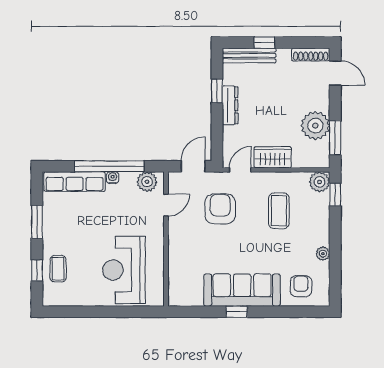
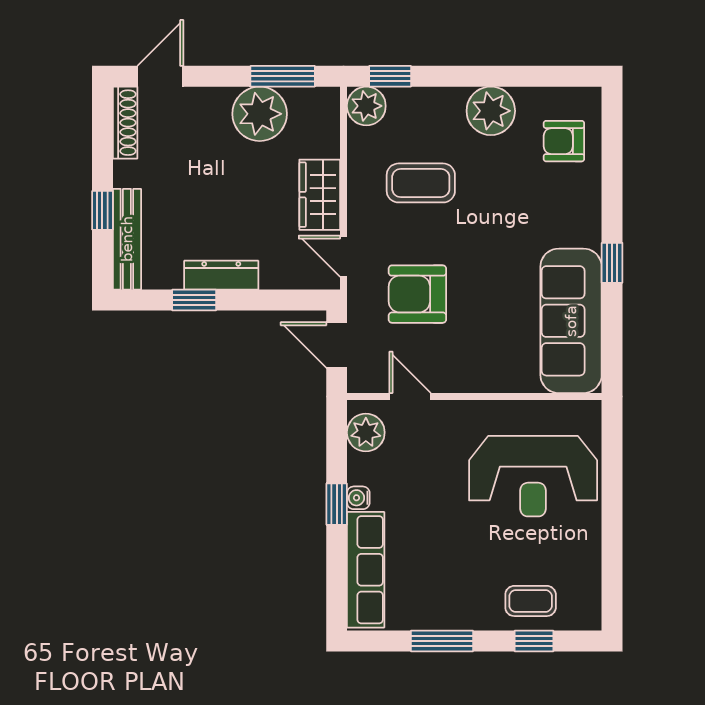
window: (109, 166) -> (337, 504), width x0.32
plant: (323, 254) -> (491, 111), width x1.87, depth x1.87
sofa: (242, 290) -> (571, 321), moved

